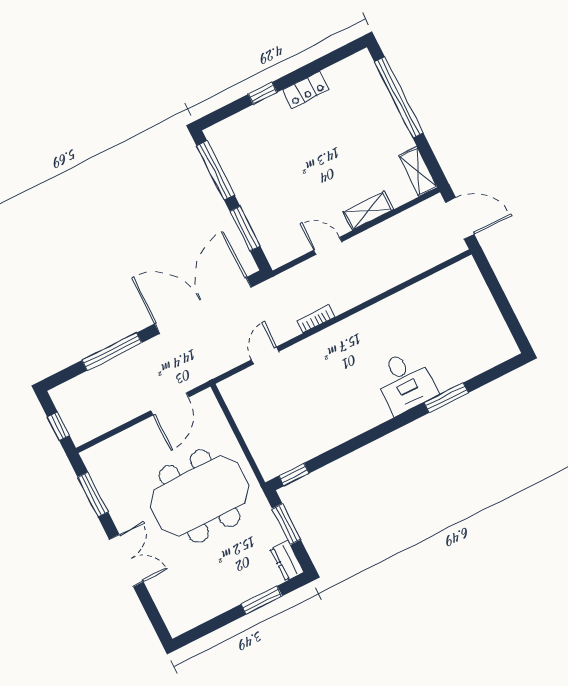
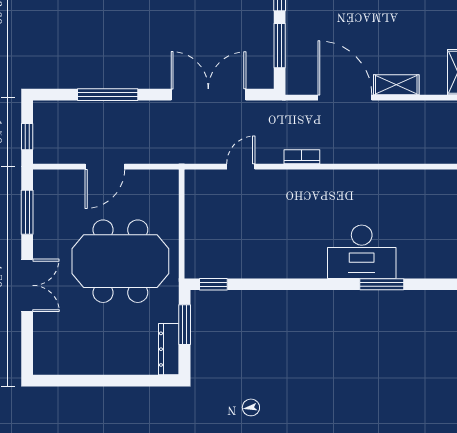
door: (328, 246) -> (345, 98), width x1.88
double door: (203, 305) -> (208, 95), width x0.73
desk: (405, 382) -> (362, 252), width x1.37
door: (170, 404) -> (105, 167), moved
dresser: (287, 561) -> (169, 349), width x1.44
window: (262, 600) -> (129, 381), removed

